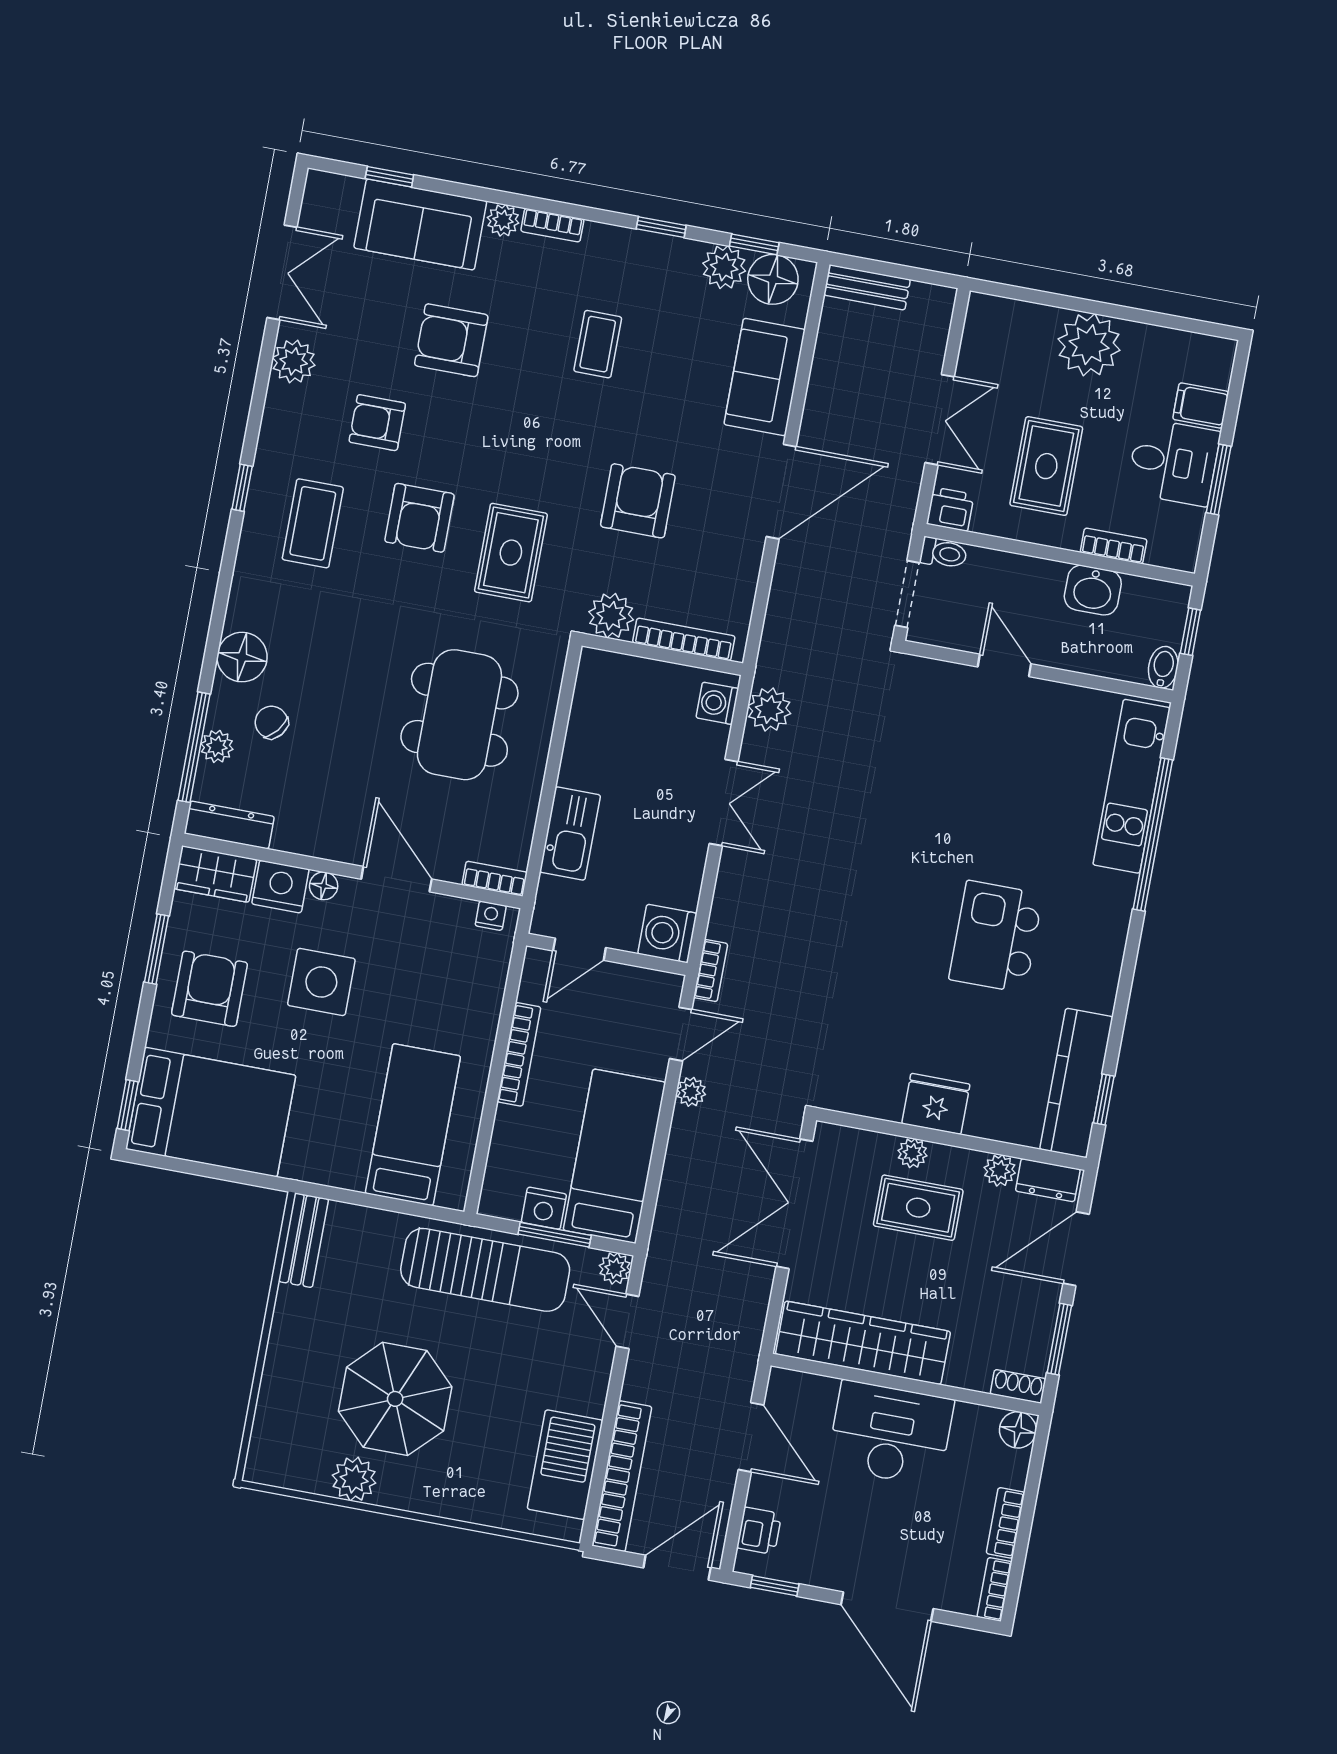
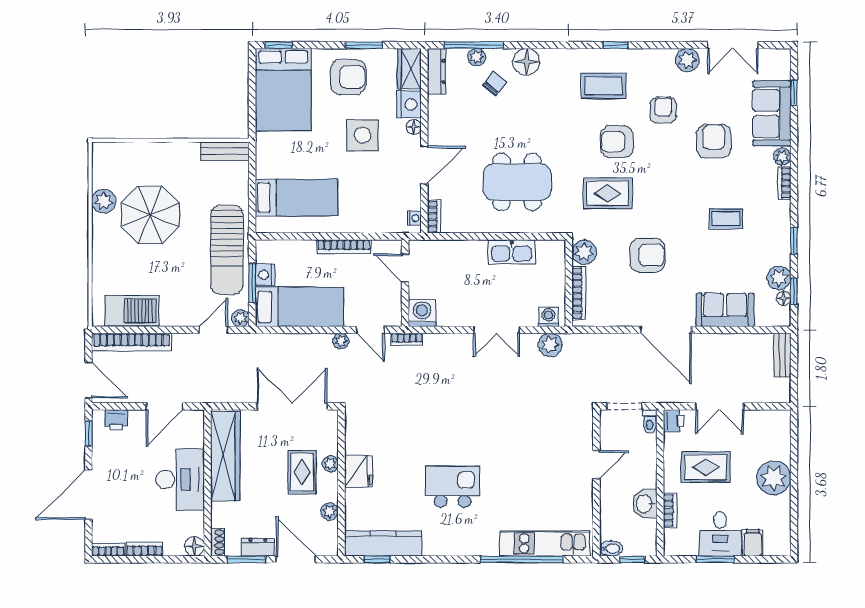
floor lamp: (773, 279) -> (784, 298), width x0.53, depth x0.53
kitchen sink: (570, 834) -> (512, 252), moved
dresser: (1048, 1180) -> (258, 547), moved, turned 90

